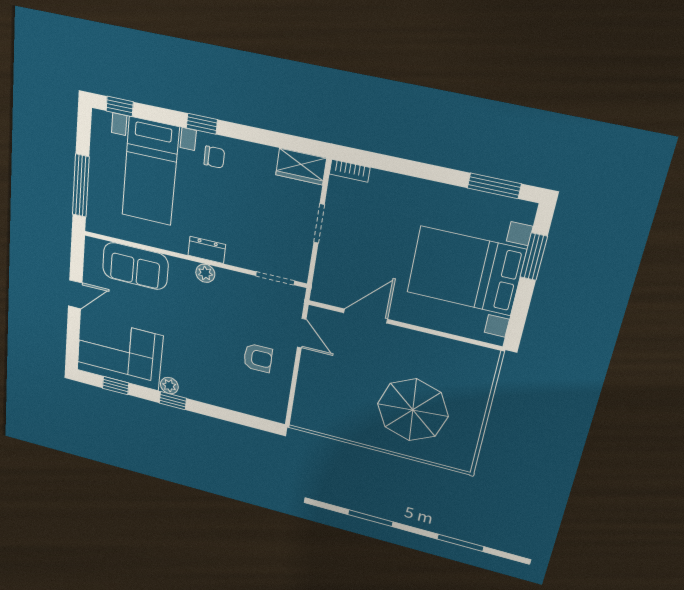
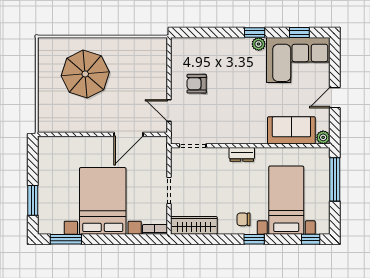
wardrobe: (301, 167) -> (194, 225), width x1.50
bed with nightstands: (466, 271) -> (103, 201), moved, turned -90
plant: (205, 273) -> (323, 137), moved

